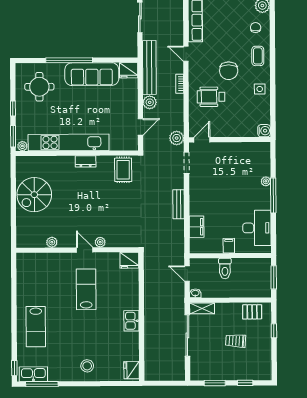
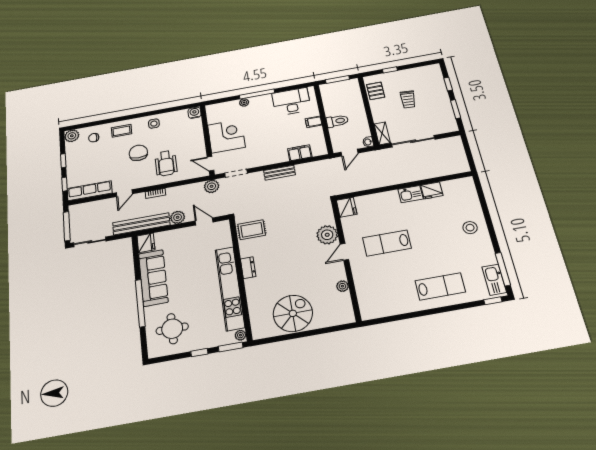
chair: (229, 71) -> (138, 153), turned -90
corner desk: (230, 159) -> (226, 136), added
spiral stairs: (34, 195) -> (293, 313), turned -90
plant: (100, 242) -> (327, 235), width x1.87, depth x1.87
fridge: (132, 370) -> (432, 190), moved

